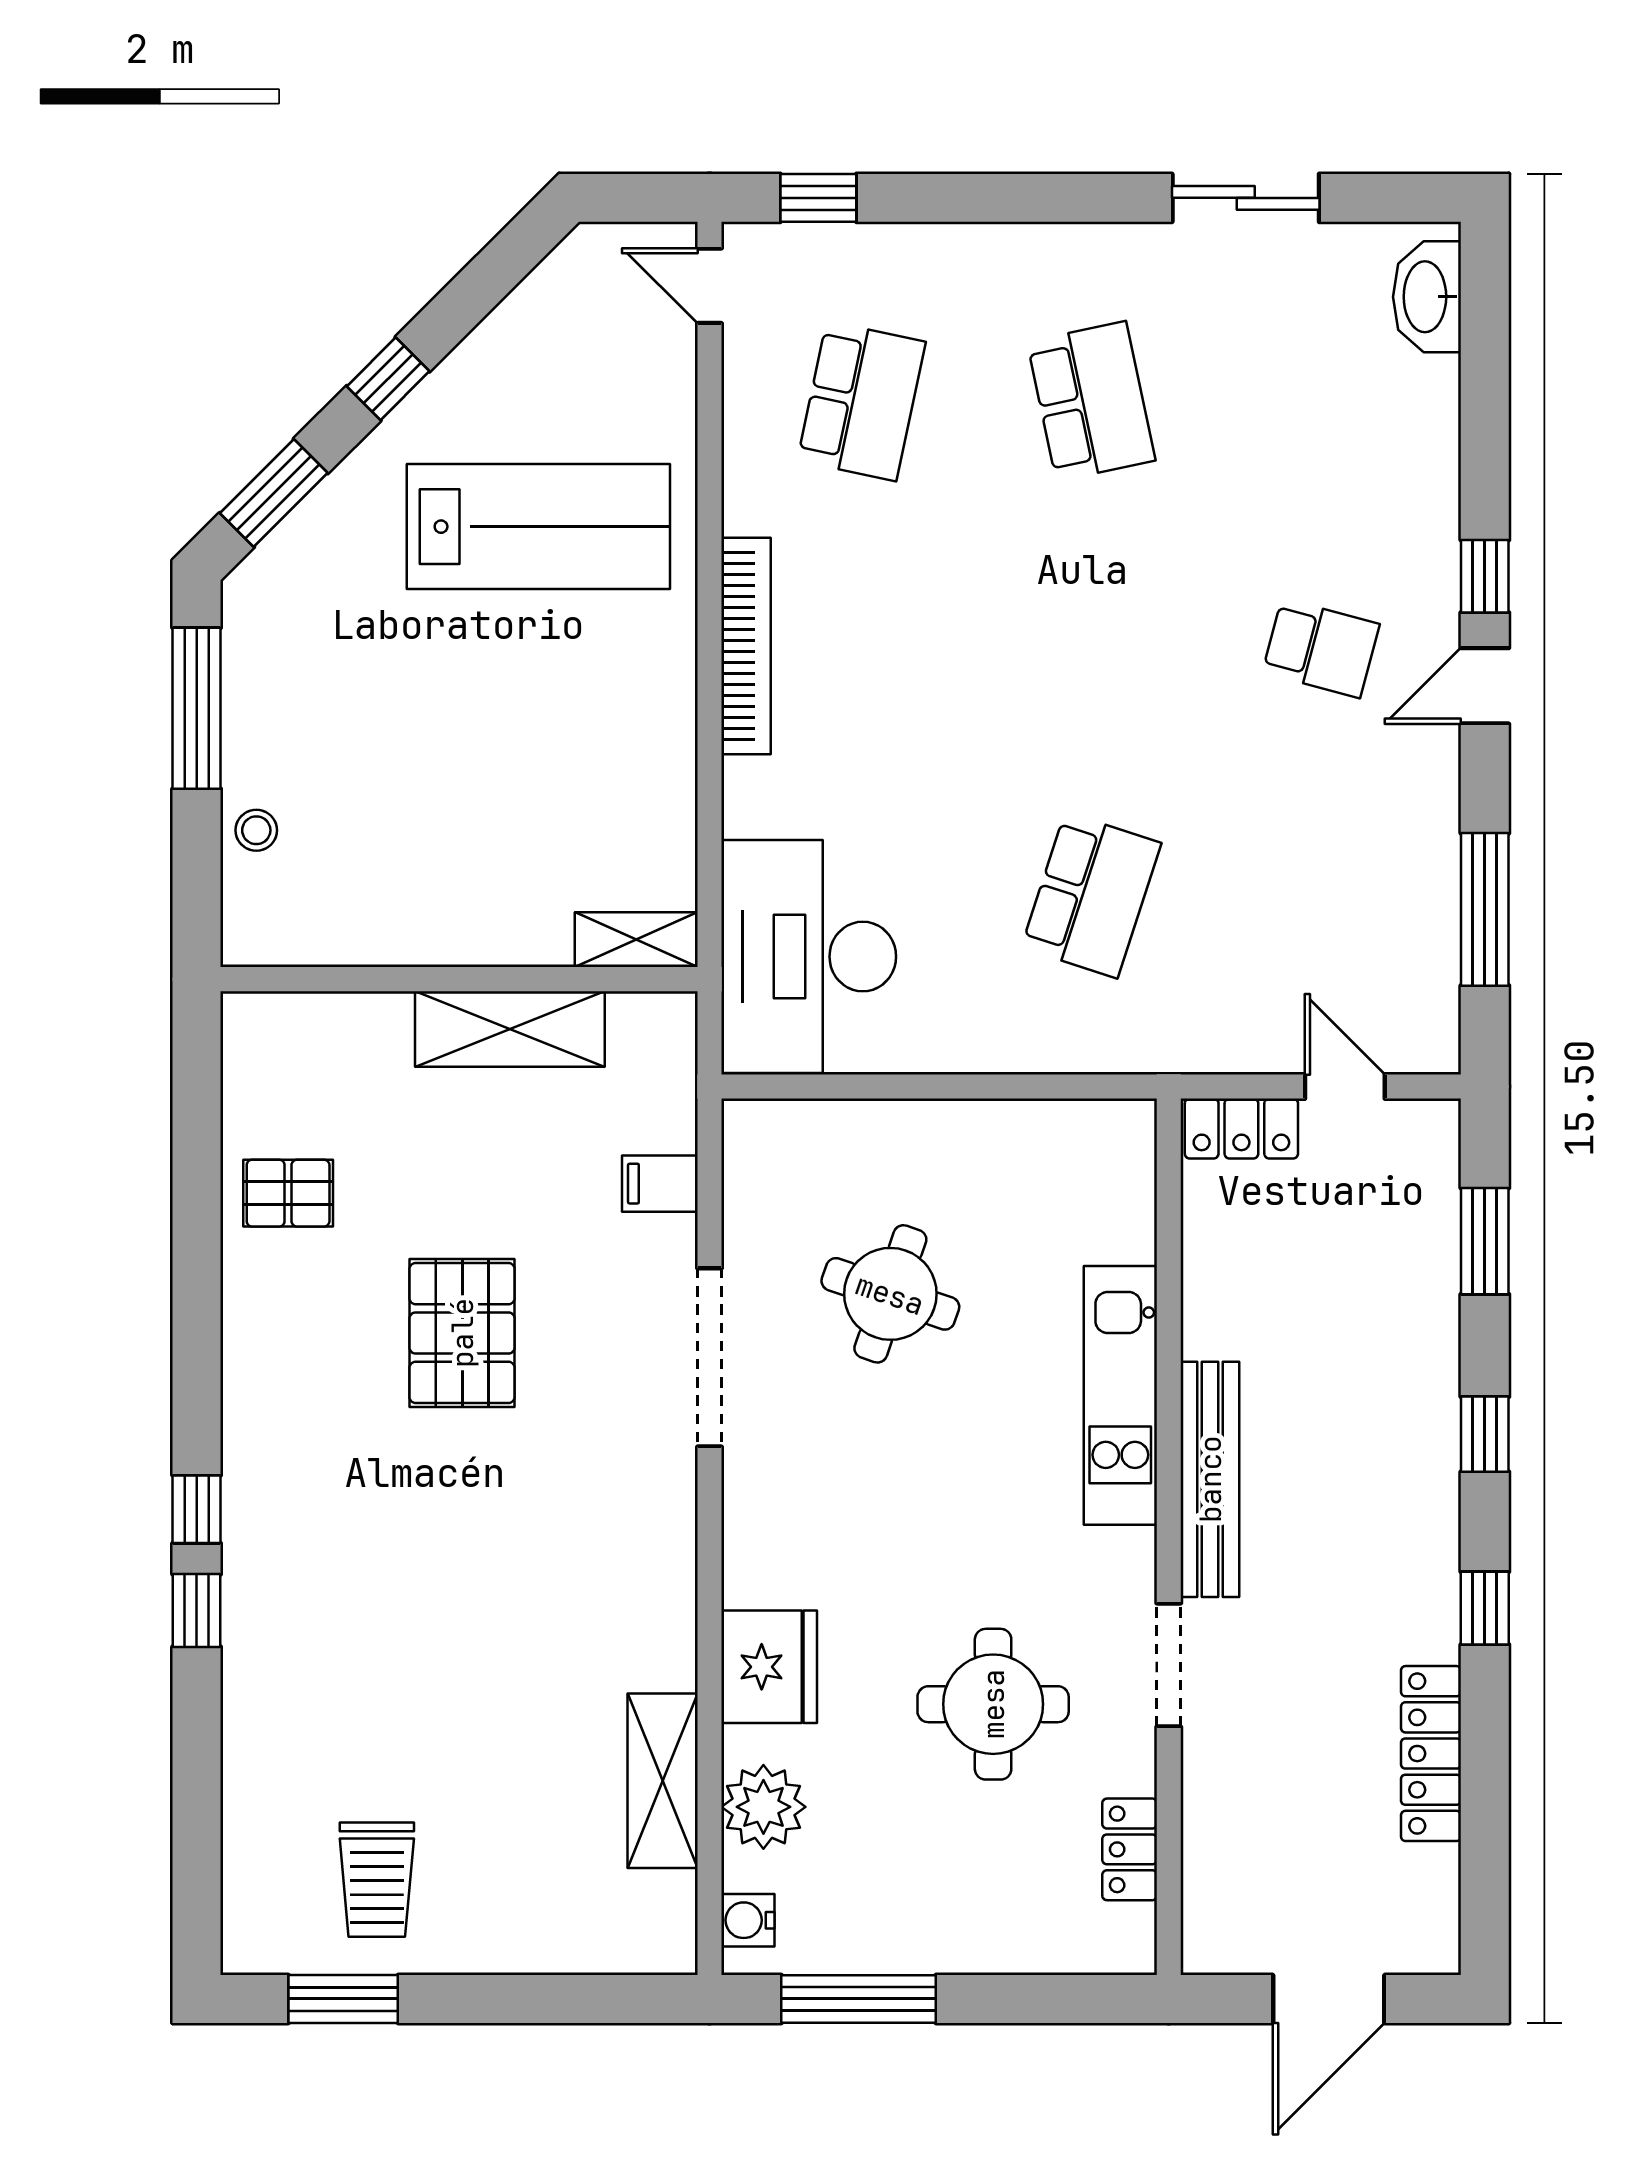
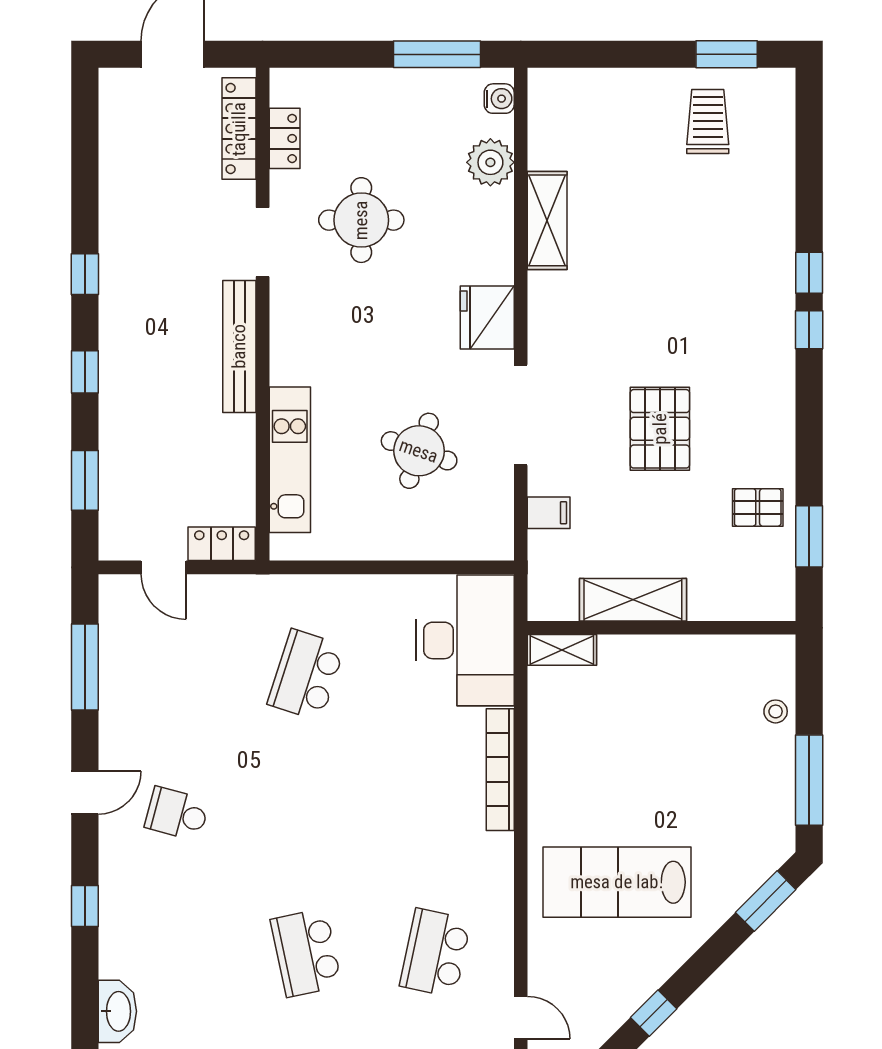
window: (388, 379) -> (654, 1013), moved
window: (1485, 576) -> (85, 906), moved
bookcase: (746, 646) -> (500, 770), moved
window: (197, 1142) -> (809, 536), added
kitchen unit: (1120, 1395) -> (290, 460), moved
fridge: (769, 1667) -> (487, 318), moved
locker: (1431, 1754) -> (239, 129), moved, turned 180
shelving: (663, 1781) -> (547, 220), moved

